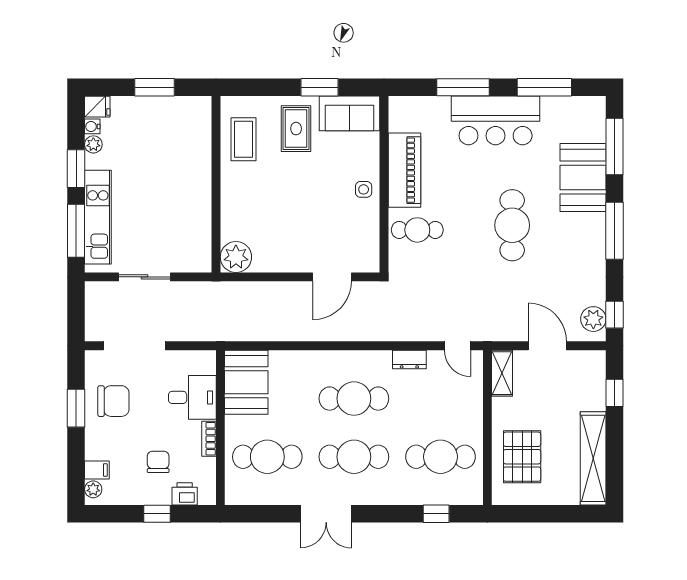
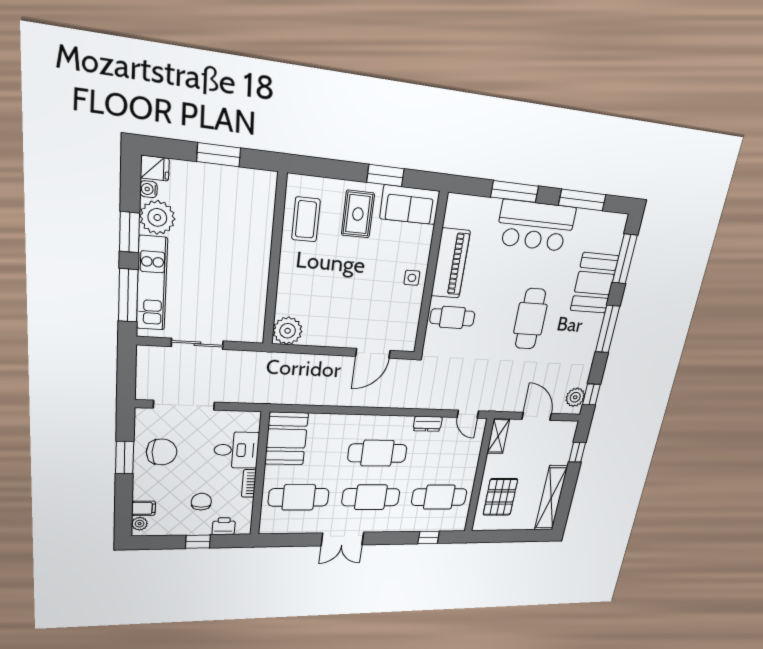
plant: (93, 144) -> (157, 217), width x1.87, depth x1.87

